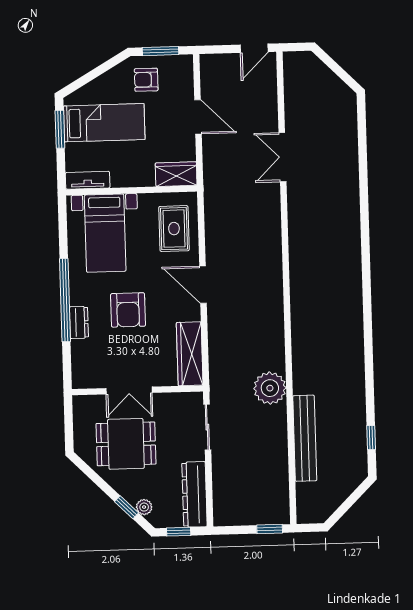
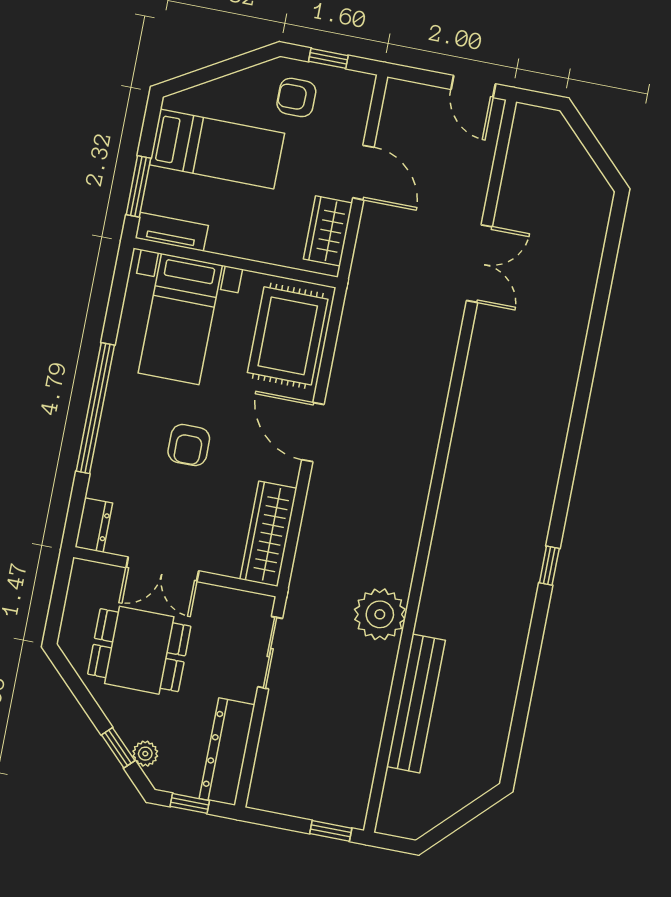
door: (254, 48) -> (473, 87), hinge flipped
window: (160, 51) -> (328, 58), width x0.67
window: (60, 129) -> (138, 186), moved
double door: (283, 157) -> (479, 264), swing flipped
wardrobe: (176, 174) -> (328, 231), moved, turned -90
rug: (174, 229) -> (288, 336), width x1.36, depth x1.43
armchair: (128, 310) -> (189, 445), width x0.72, depth x0.72
dresser: (79, 322) -> (94, 525), moved
window: (371, 438) -> (549, 566), moved

